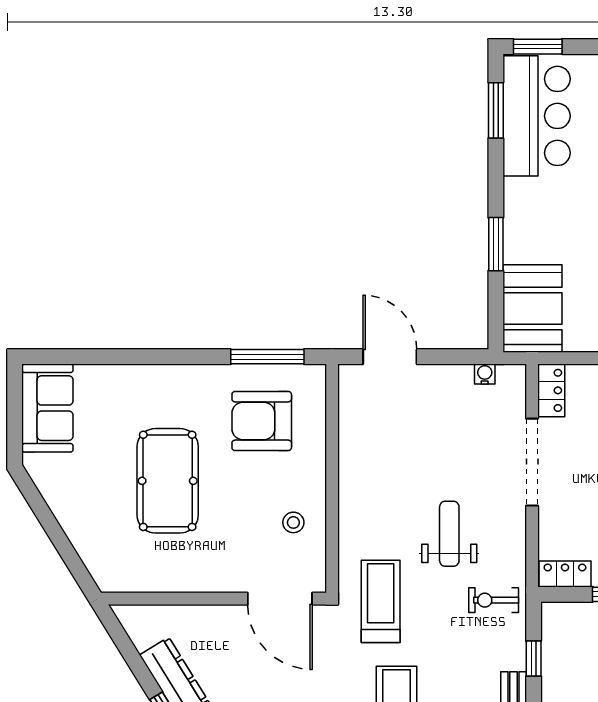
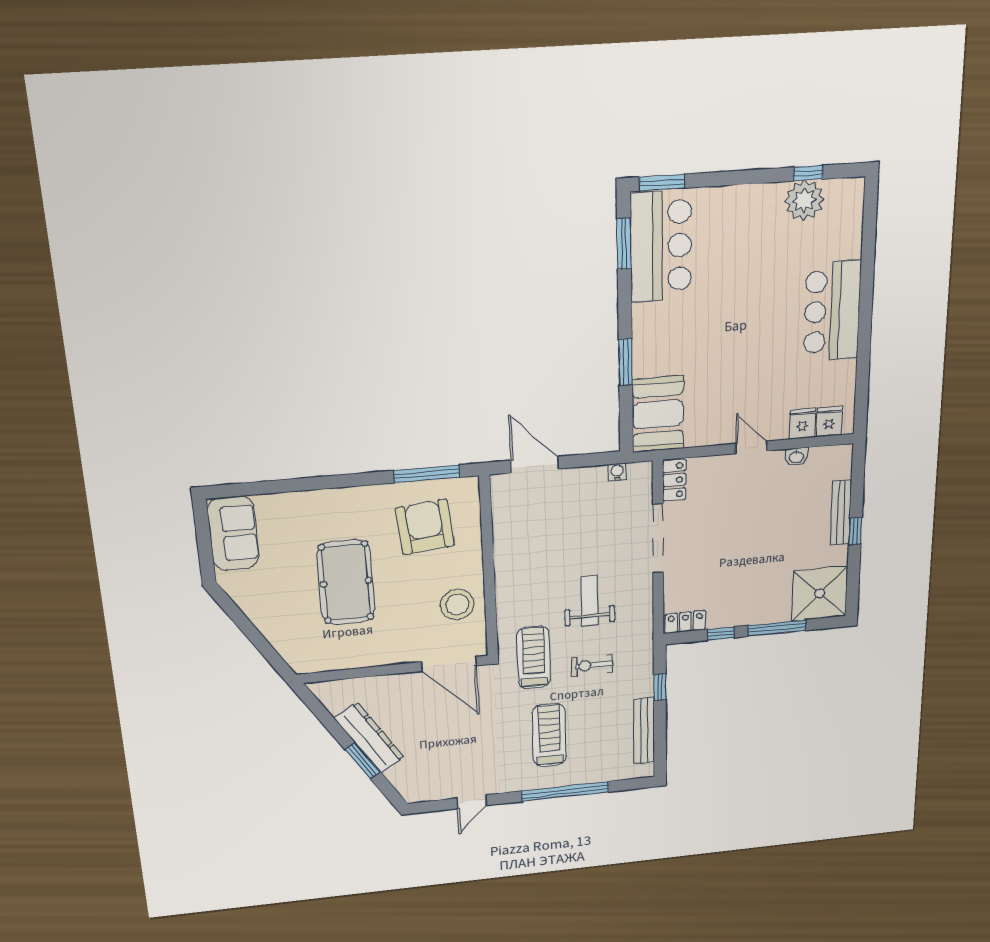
armchair: (262, 421) -> (425, 527), turned 84
stool: (293, 522) -> (457, 605), width x1.89, depth x1.89
exercise bike: (494, 600) -> (592, 665), moved

